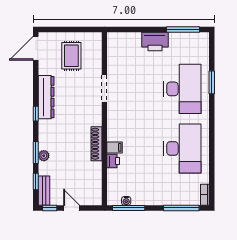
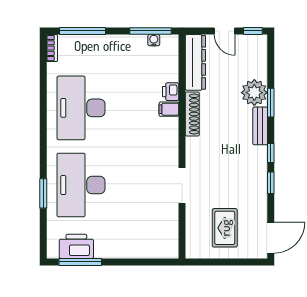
printer: (155, 41) -> (76, 246), moved
dresser: (46, 97) -> (195, 62), moved, turned 180
plant: (44, 156) -> (254, 93), width x1.87, depth x1.87
window: (36, 182) -> (271, 183), moved
bench: (44, 191) -> (260, 126), moved

